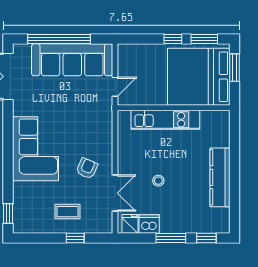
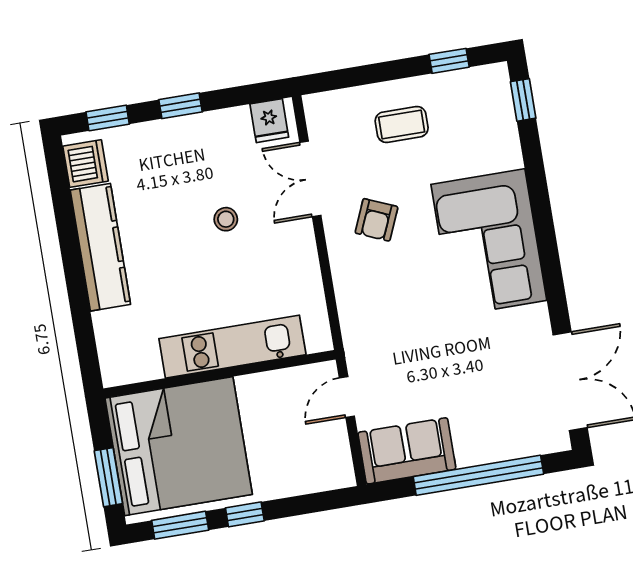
sofa: (72, 60) -> (407, 451), width x0.54, depth x0.79
dishwasher: (149, 224) -> (85, 164), moved, turned -90
window: (75, 238) -> (449, 61), moved
window: (171, 238) -> (181, 106), width x0.67

